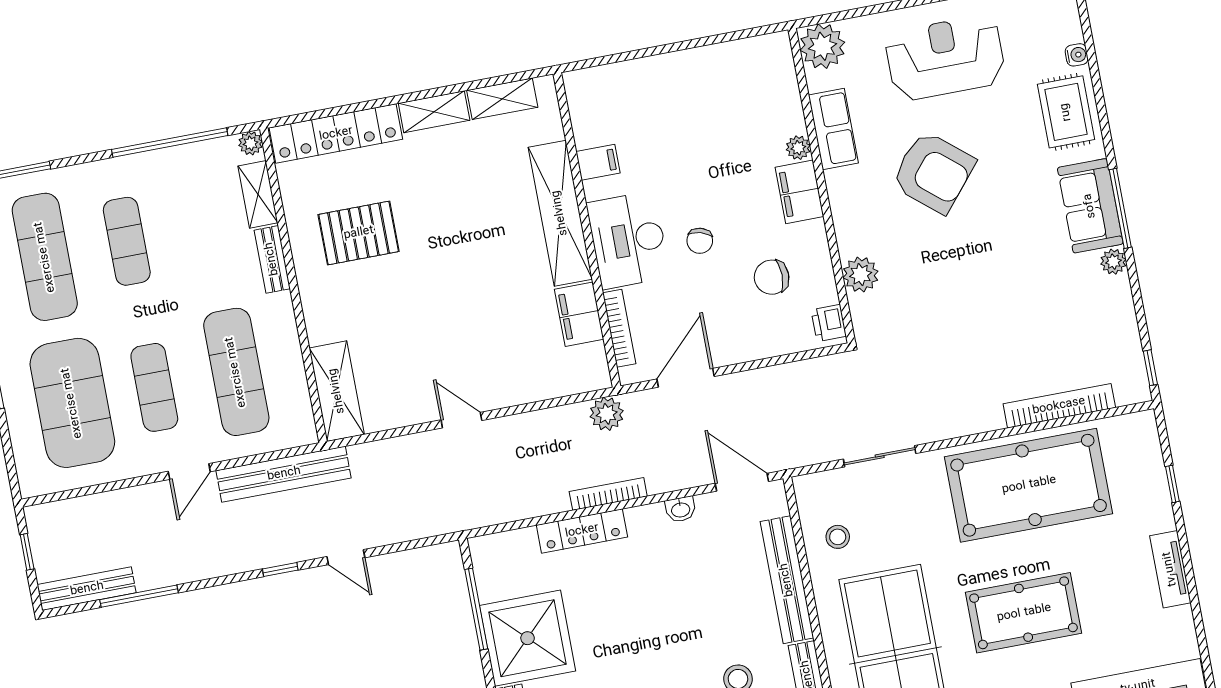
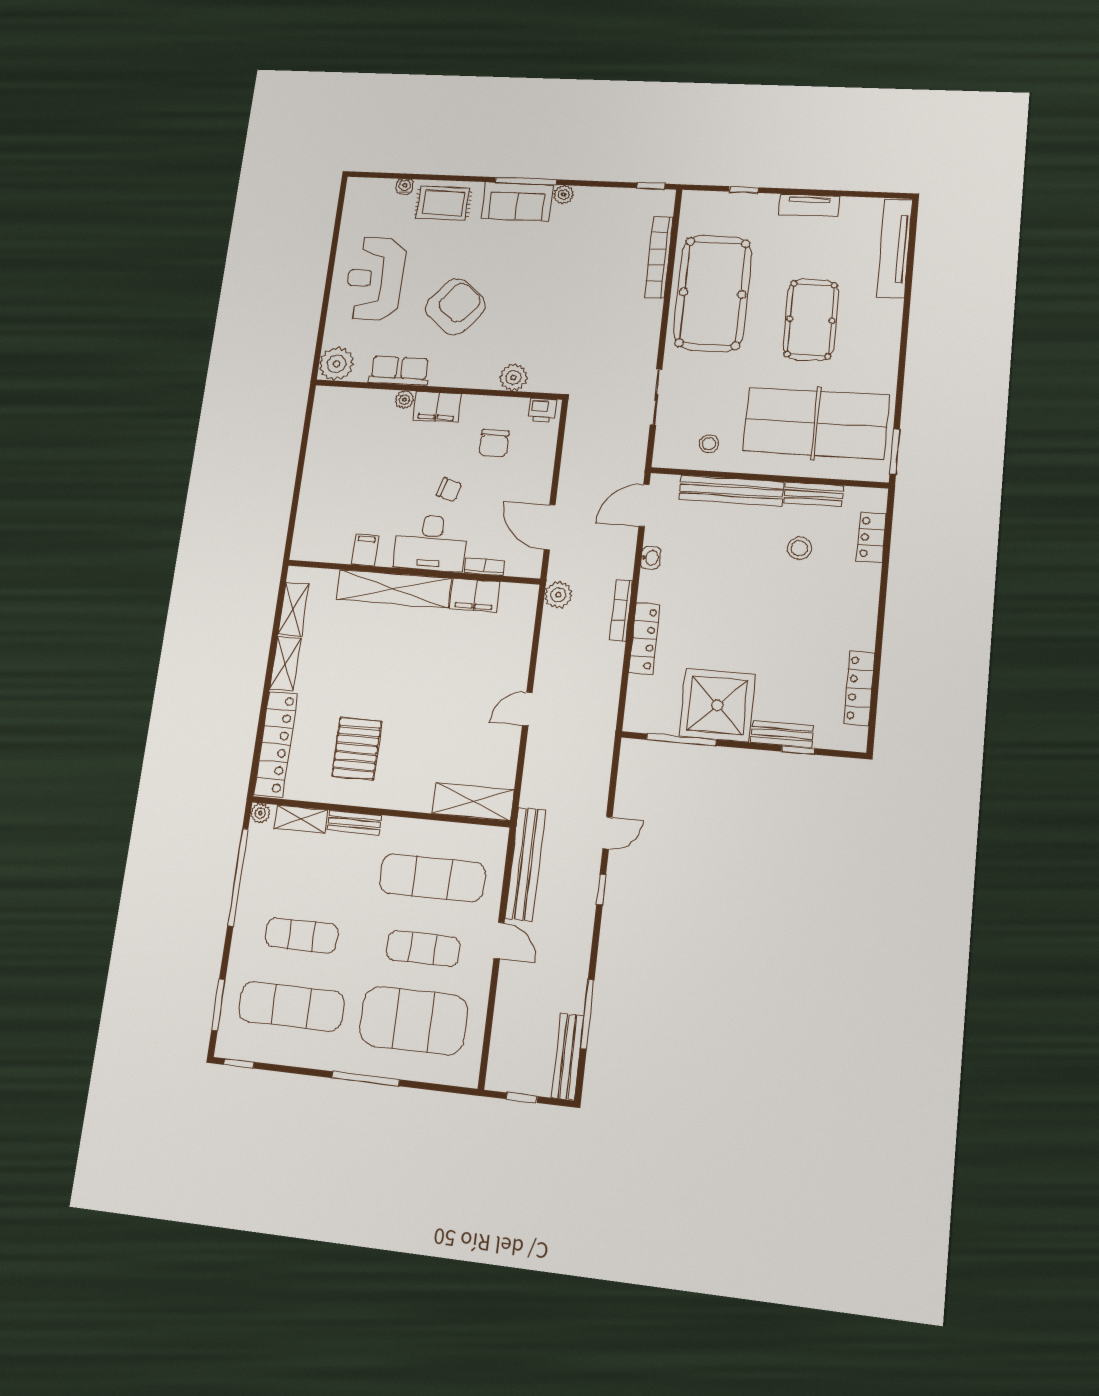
bookcase: (619, 328) -> (485, 567), width x0.64

